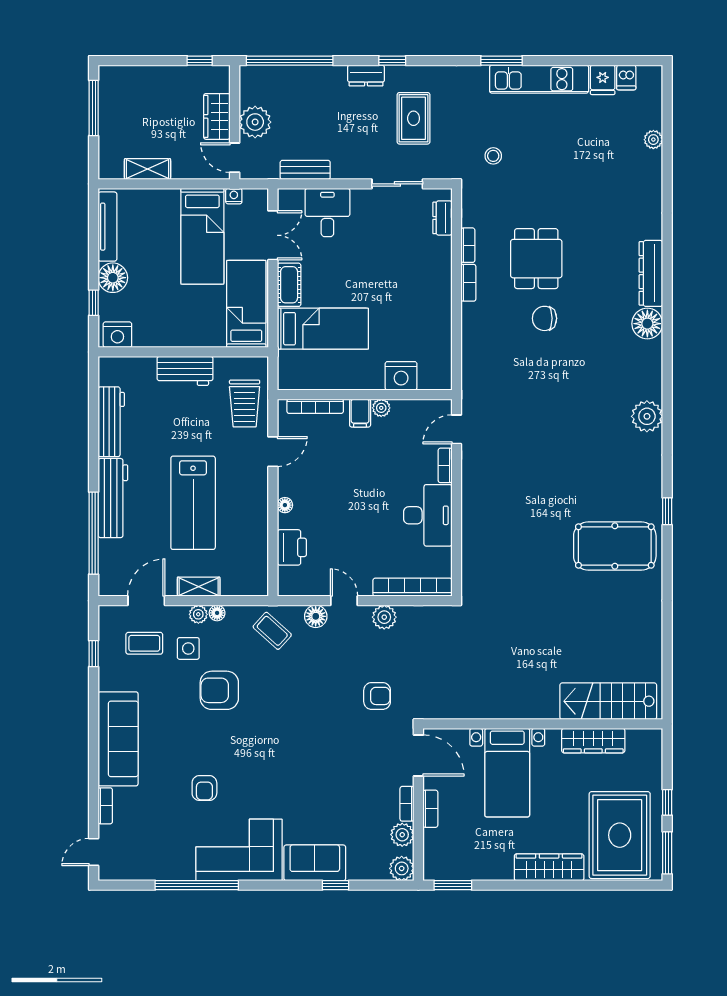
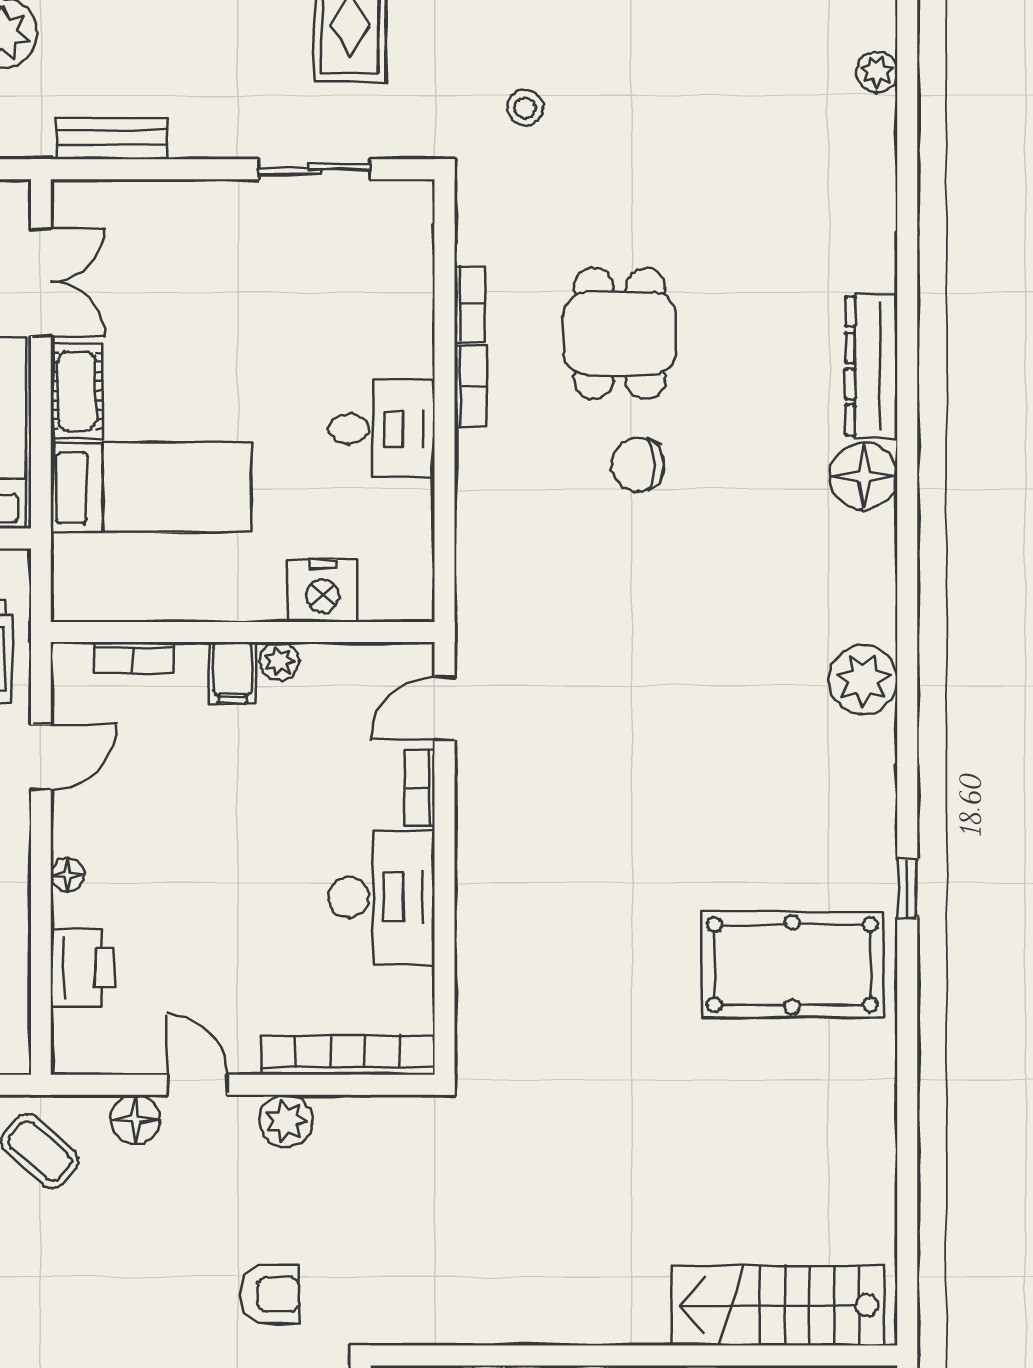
desk: (327, 213) -> (382, 429), moved, turned 90
dresser: (442, 218) -> (413, 244), removed
bookcase: (315, 406) -> (134, 658), width x0.64

